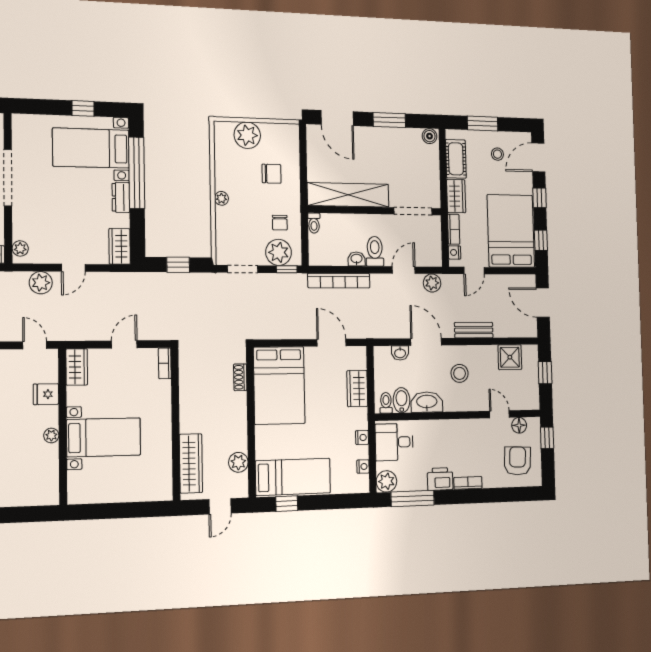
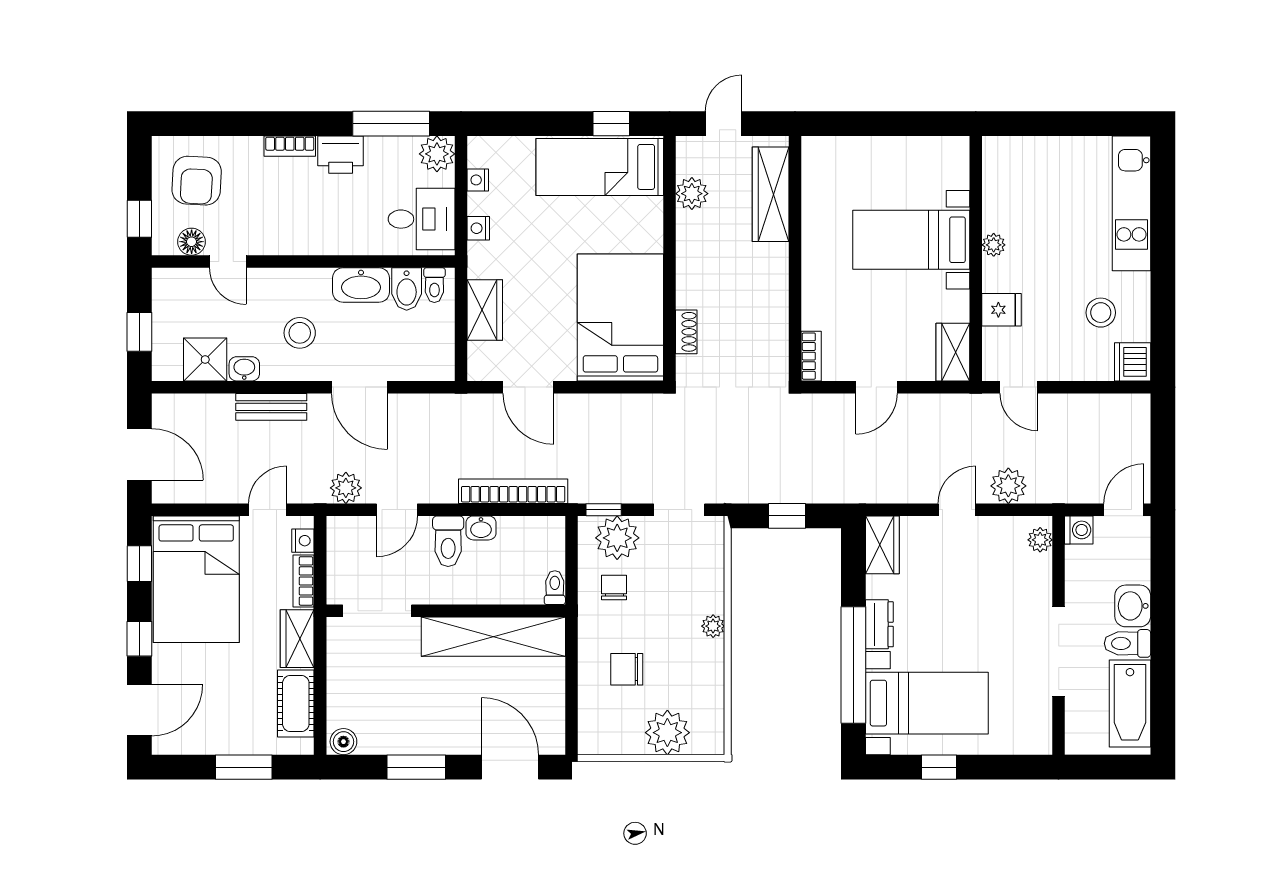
stool: (497, 154) -> (217, 714), removed
washbasin: (400, 353) -> (244, 369), moved

